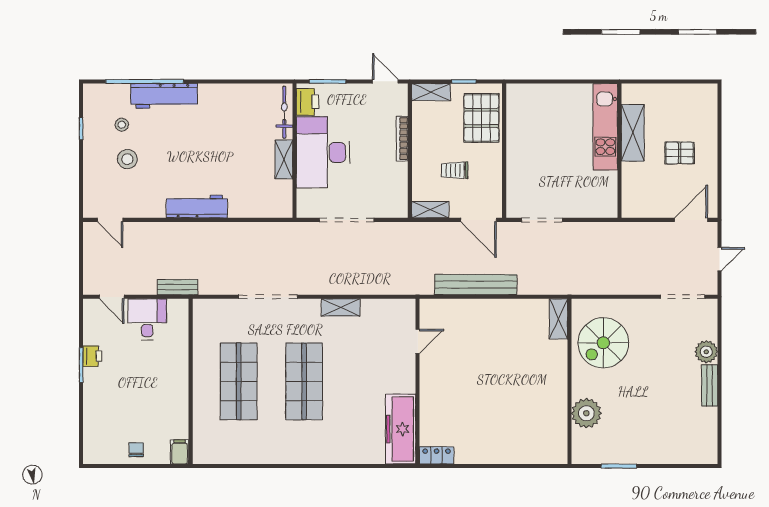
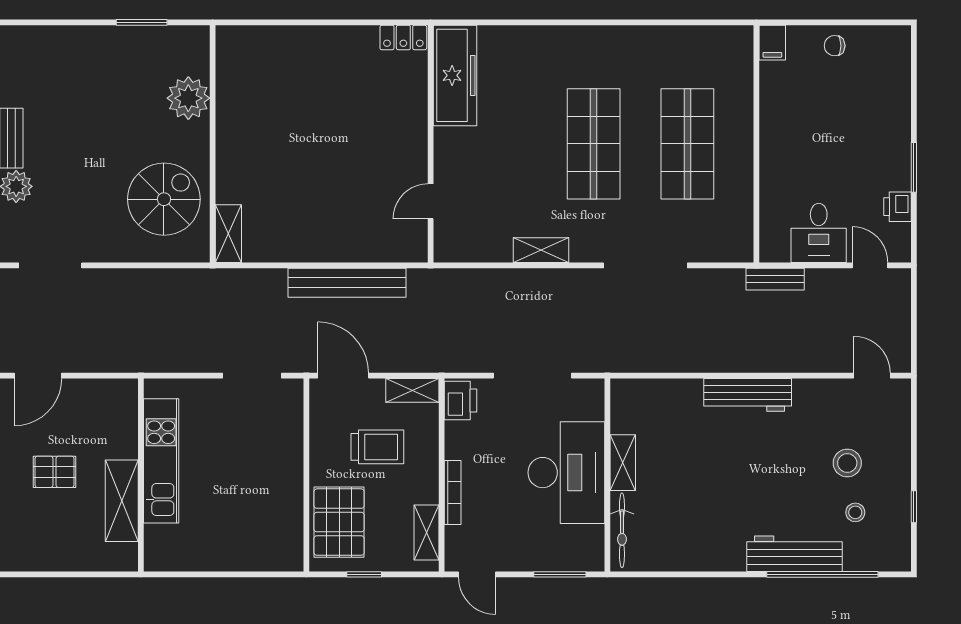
shelving: (431, 92) -> (427, 533), moved, turned 90
printer: (308, 102) -> (460, 401), moved, turned 180
kitchen unit: (605, 127) -> (161, 461), moved
trolley: (455, 170) -> (377, 447), width x1.36, depth x1.39
printer: (92, 356) -> (897, 207), moved
chair: (136, 450) -> (835, 46), turned 90

